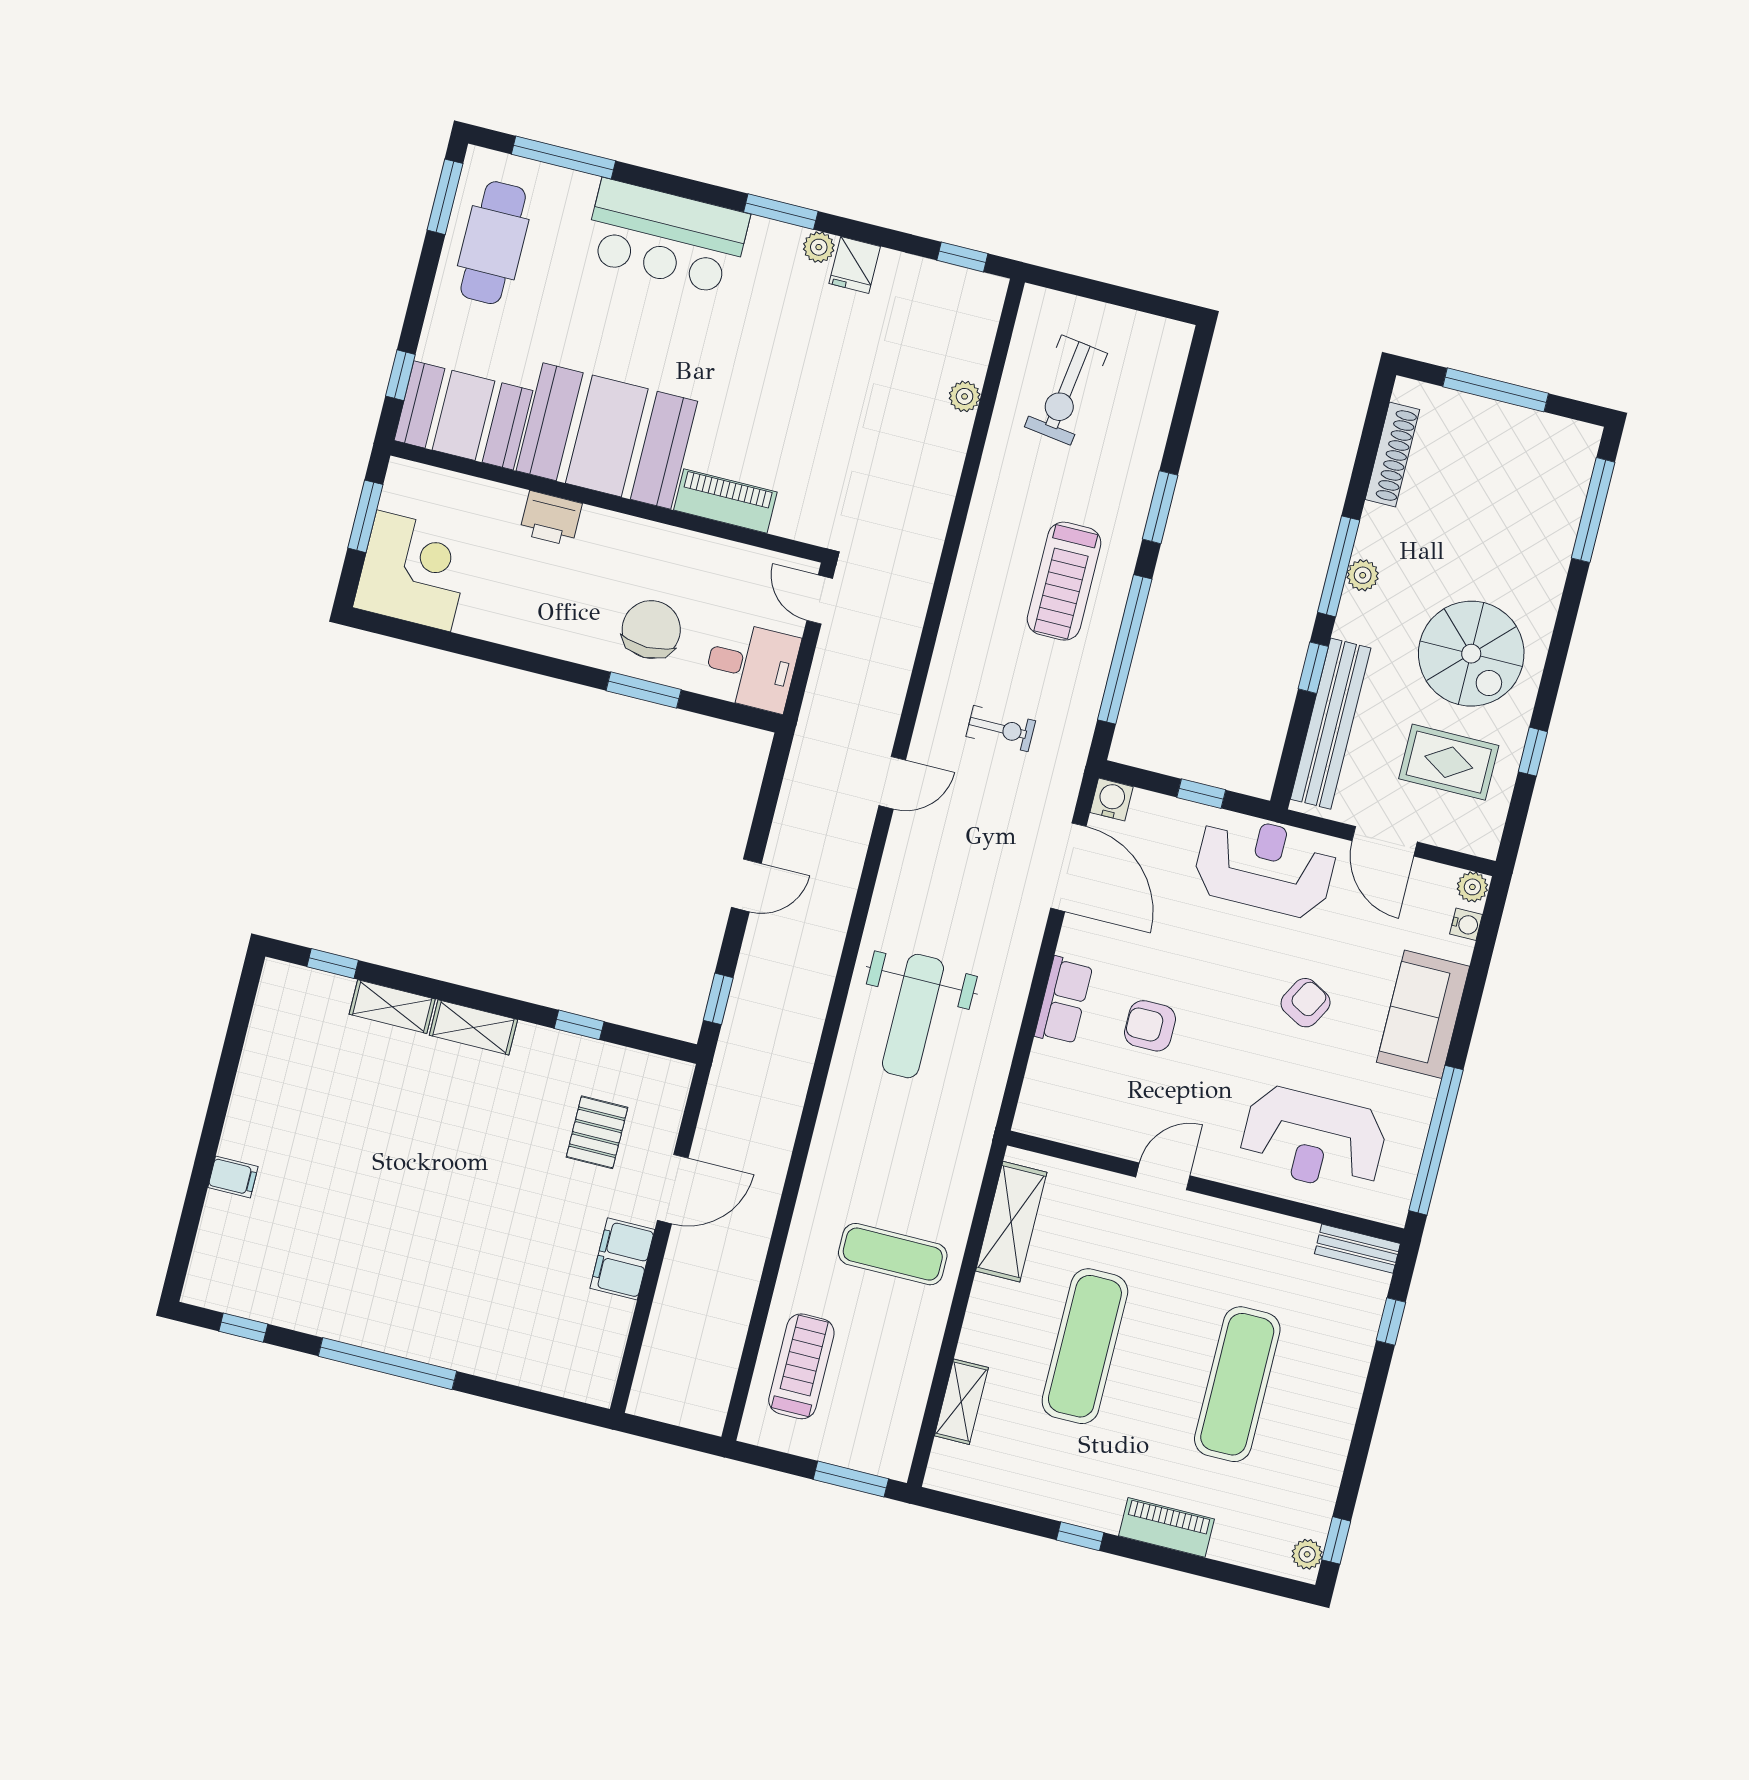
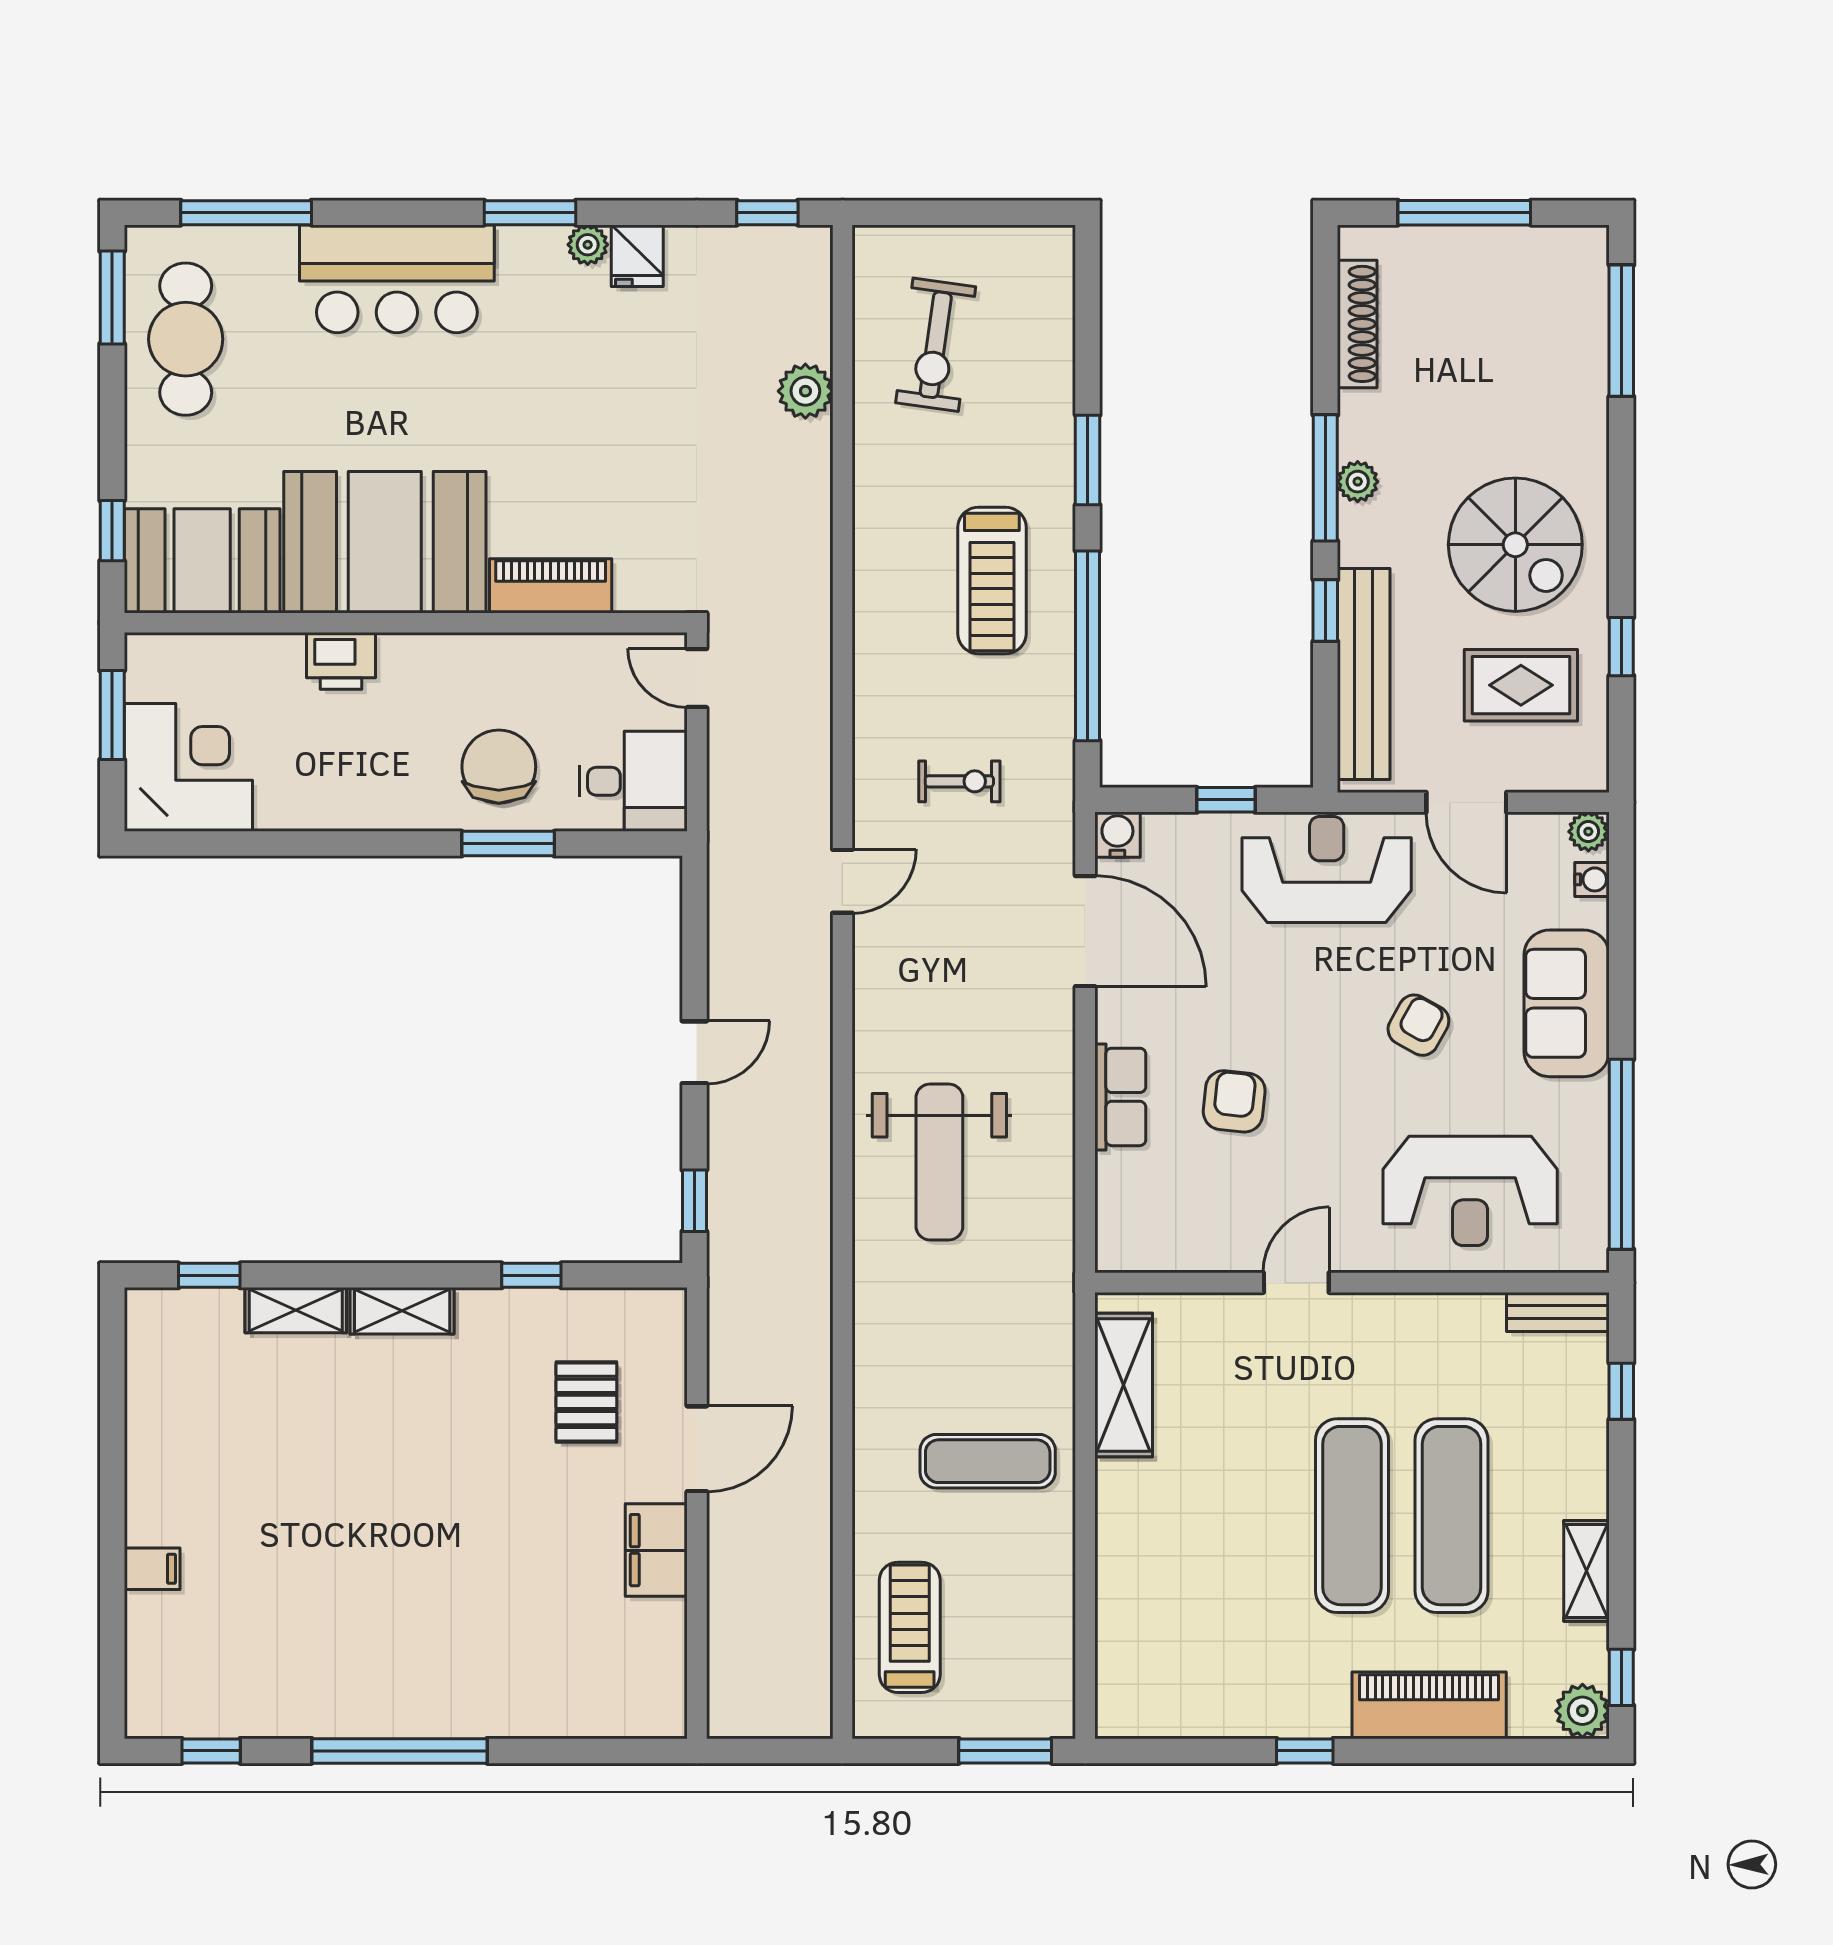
plant: (965, 396) -> (805, 391), width x1.38, depth x1.38
armchair: (1150, 1026) -> (1234, 1101), turned 96
exercise mat: (1085, 1346) -> (1352, 1516), moved
shelving: (961, 1402) -> (1586, 1571), moved
piano: (1167, 1527) -> (1429, 1705), width x1.37, depth x1.33
plant: (1307, 1554) -> (1582, 1711), width x1.38, depth x1.38

